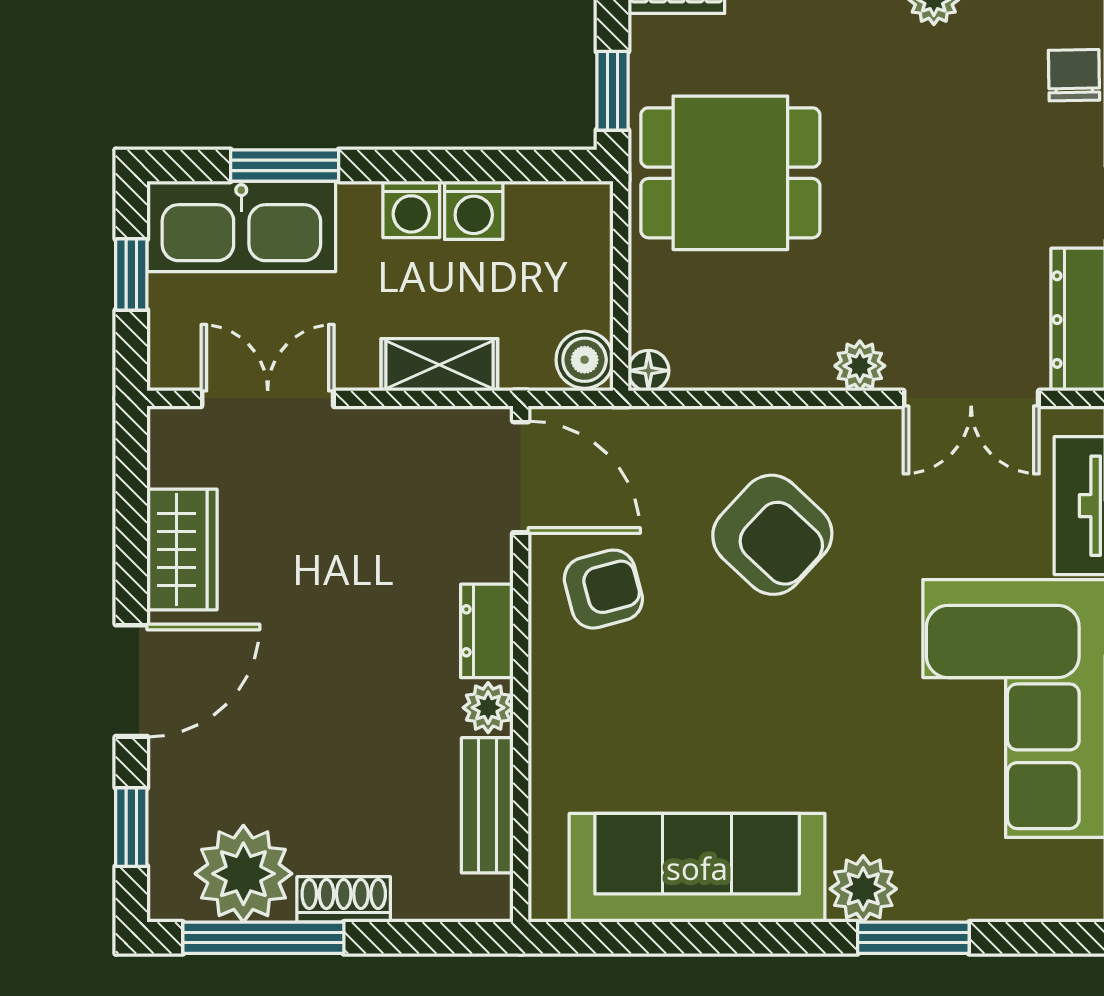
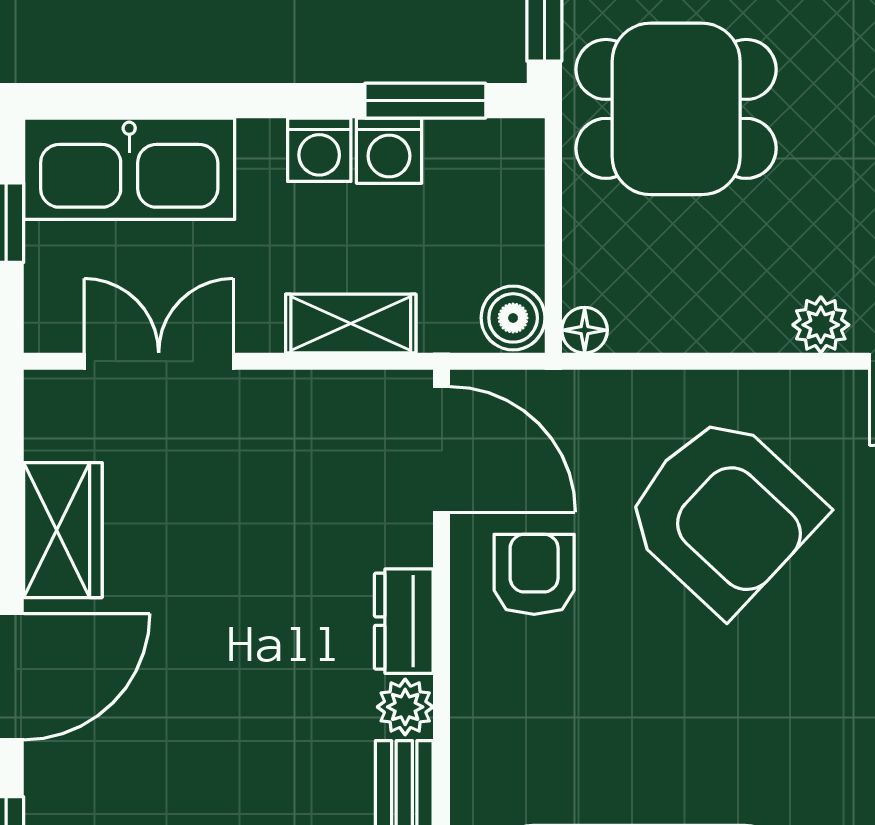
window: (285, 165) -> (425, 101), moved
armchair: (772, 535) -> (723, 514), width x1.36, depth x1.36
armchair: (603, 589) -> (534, 574), turned -75

